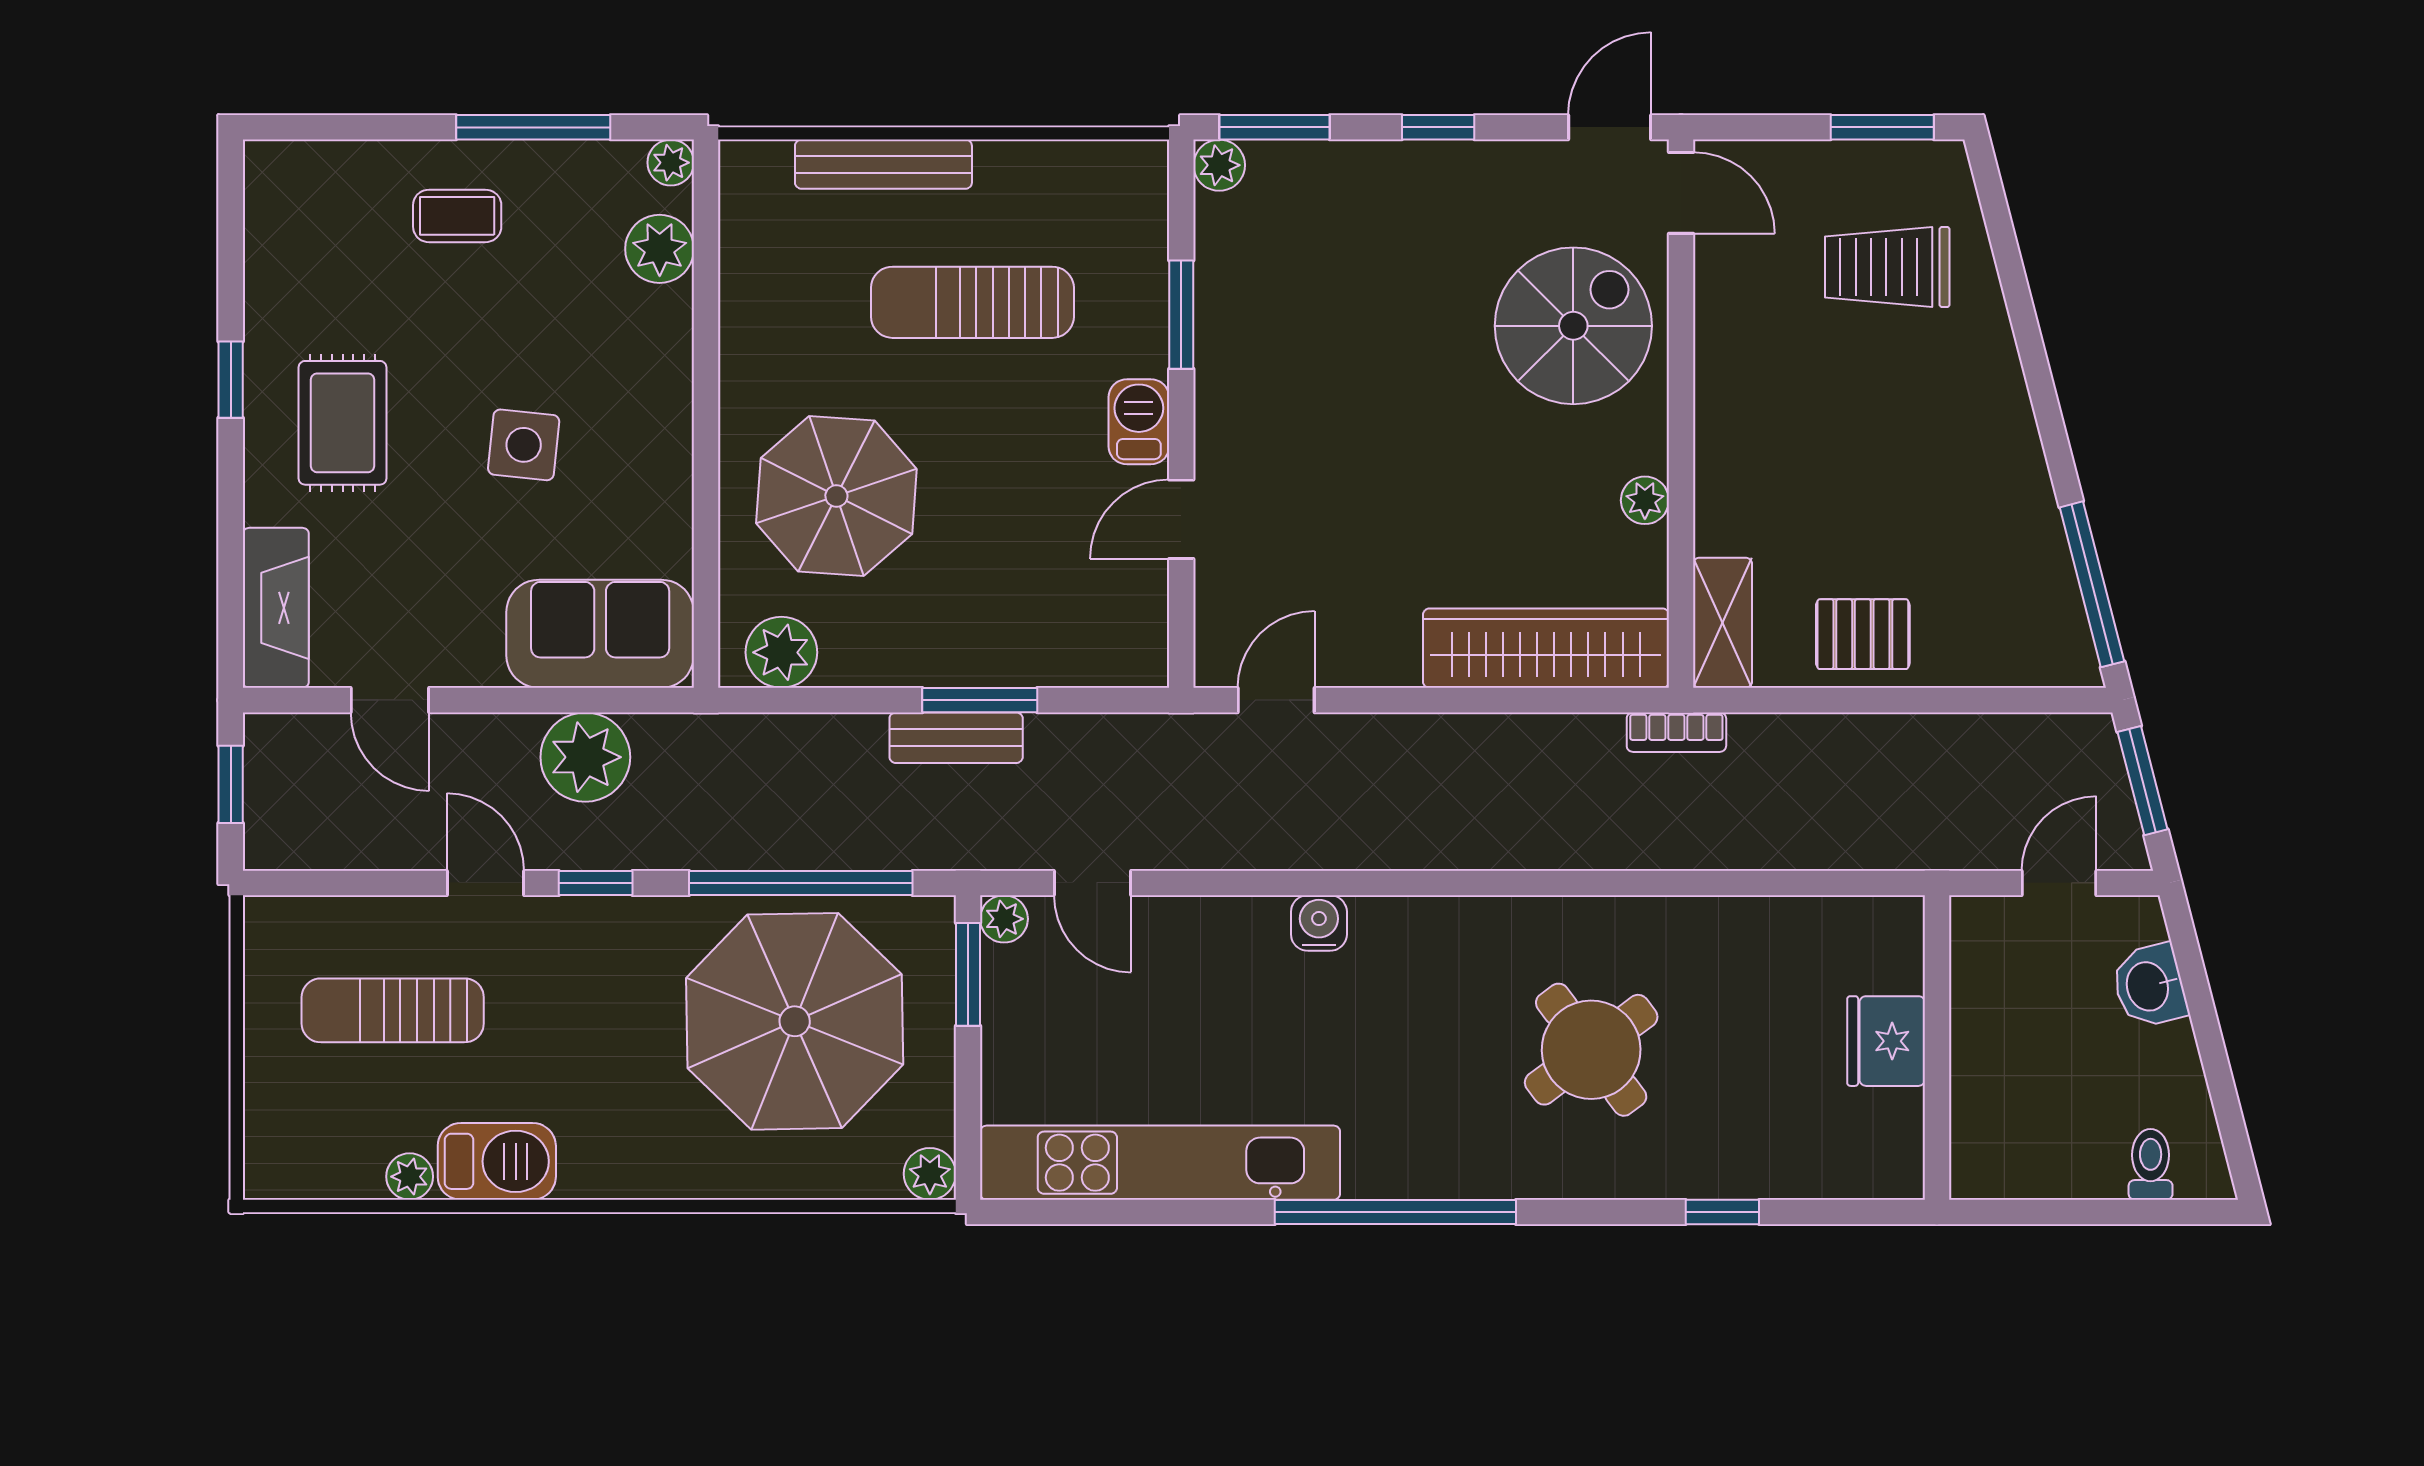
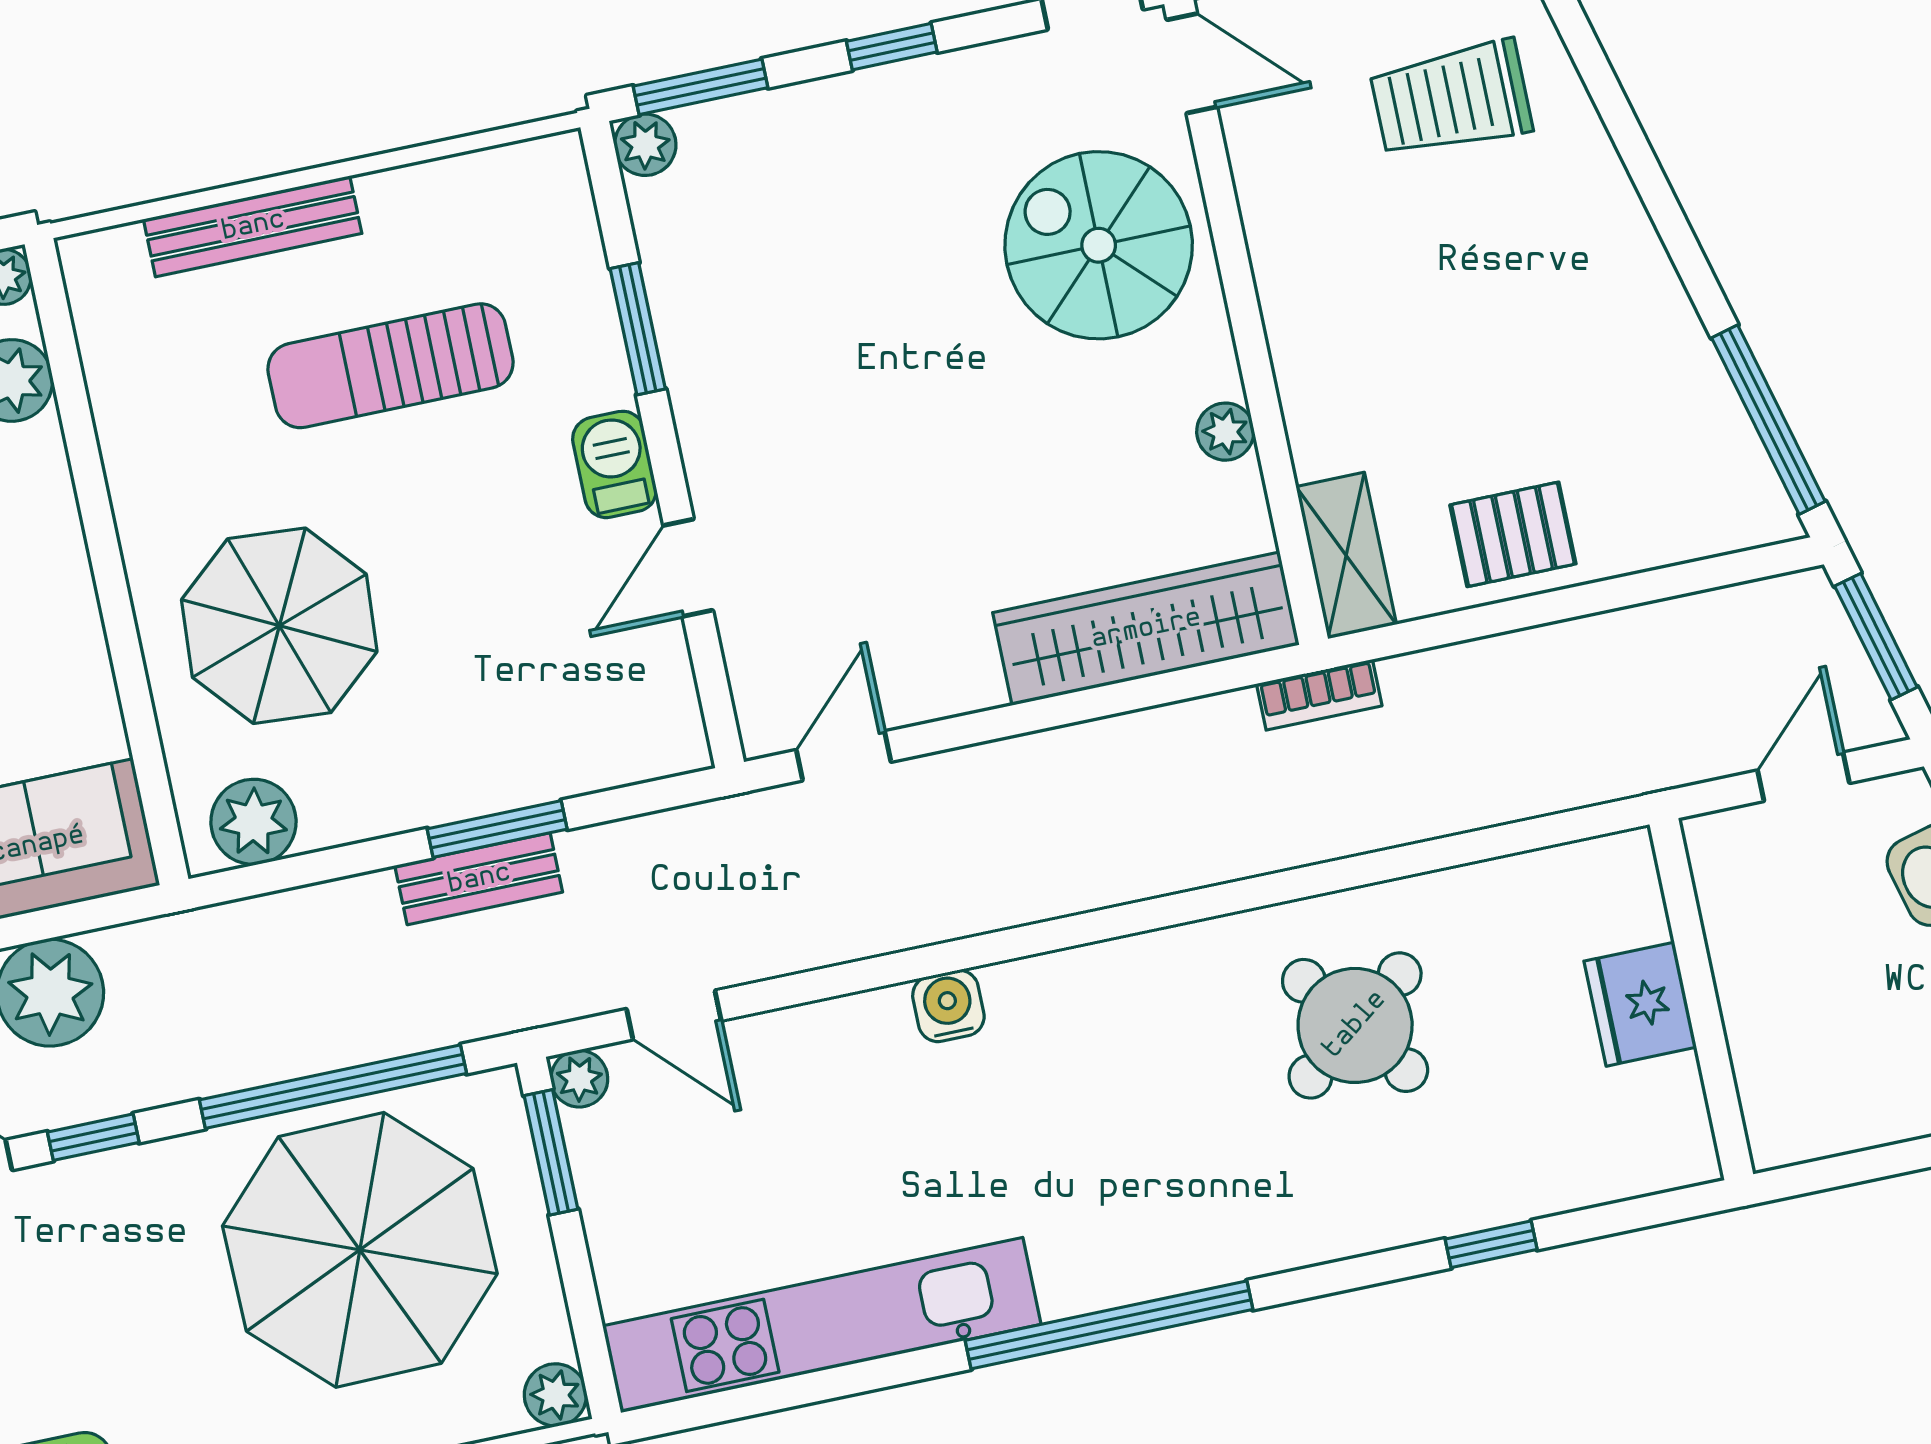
spiral stairs: (1573, 326) -> (1099, 245), turned -90
round table: (1591, 1050) -> (1355, 1025), moved

